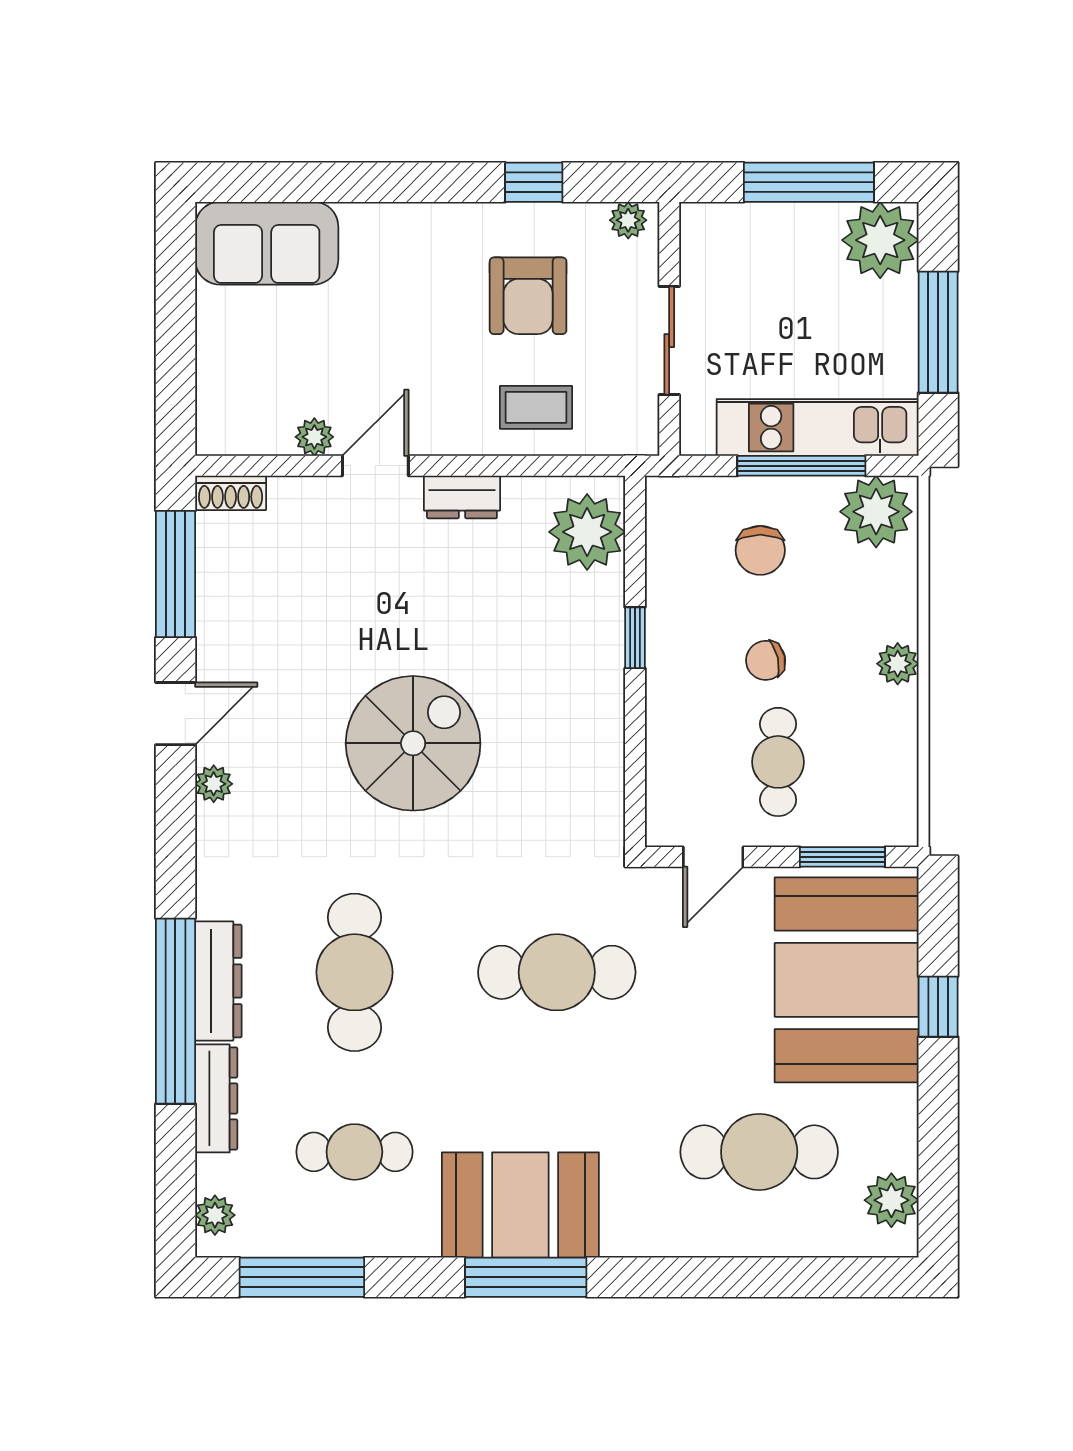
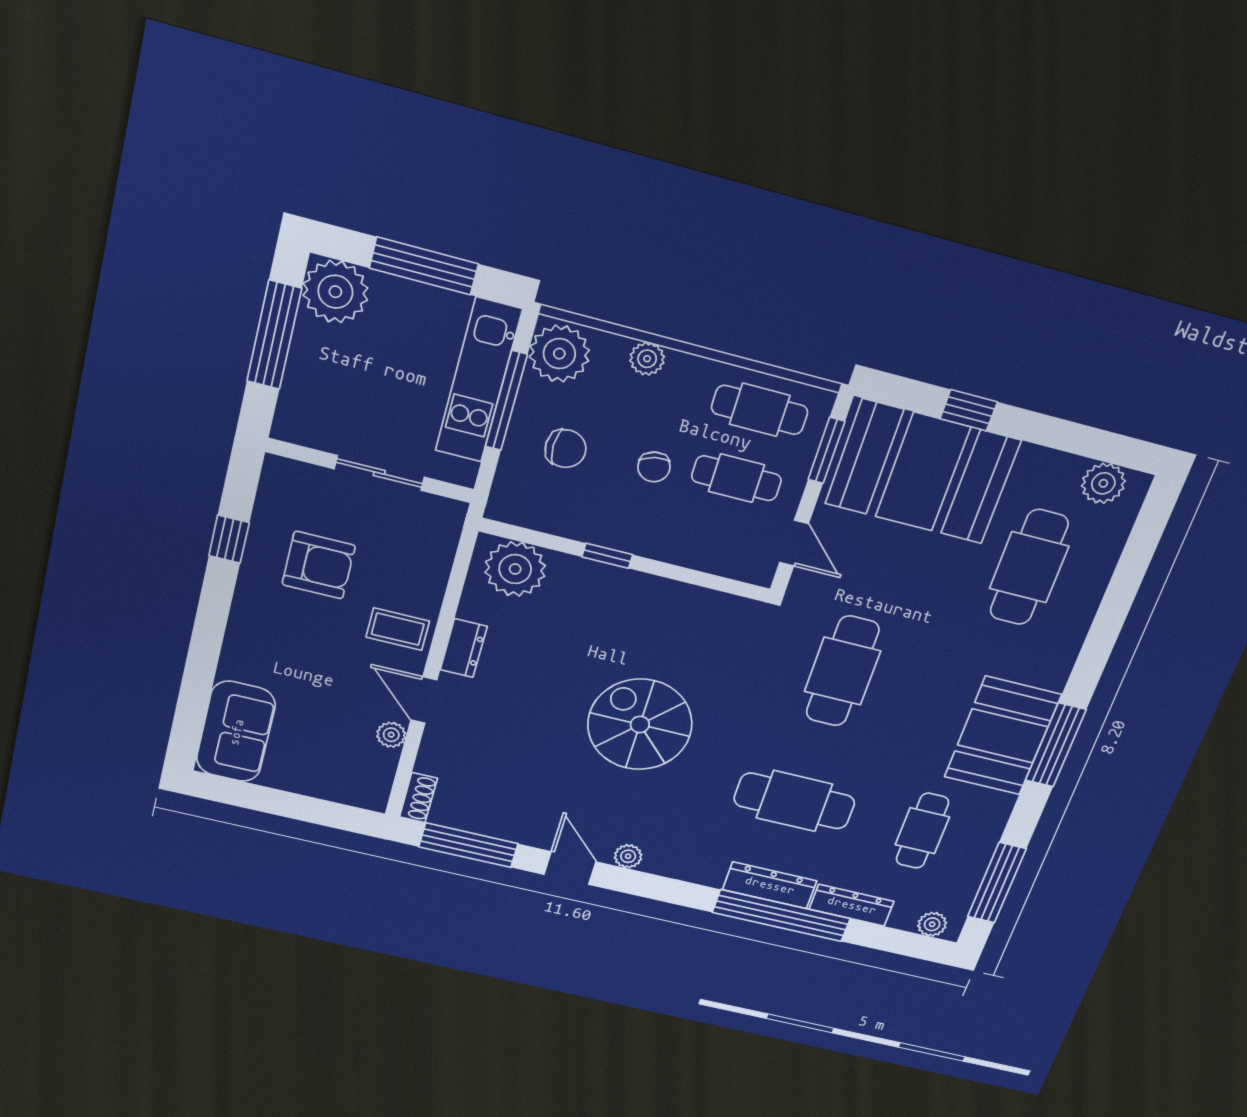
plant: (628, 220) -> (275, 479), removed
coffee table: (536, 407) -> (398, 629), moved, turned 90
plant: (898, 664) -> (647, 359), moved
cafe table: (871, 762) -> (760, 410), added

